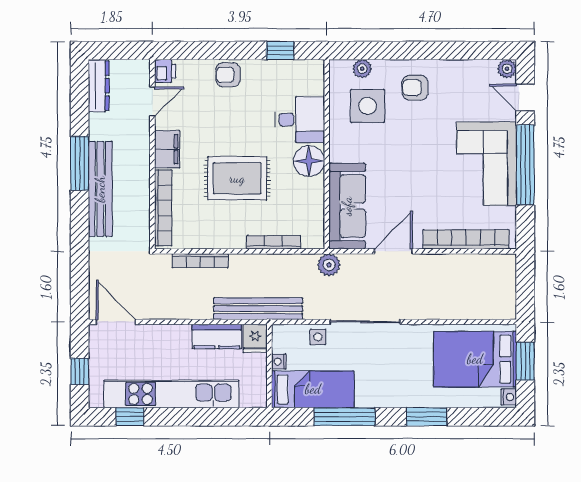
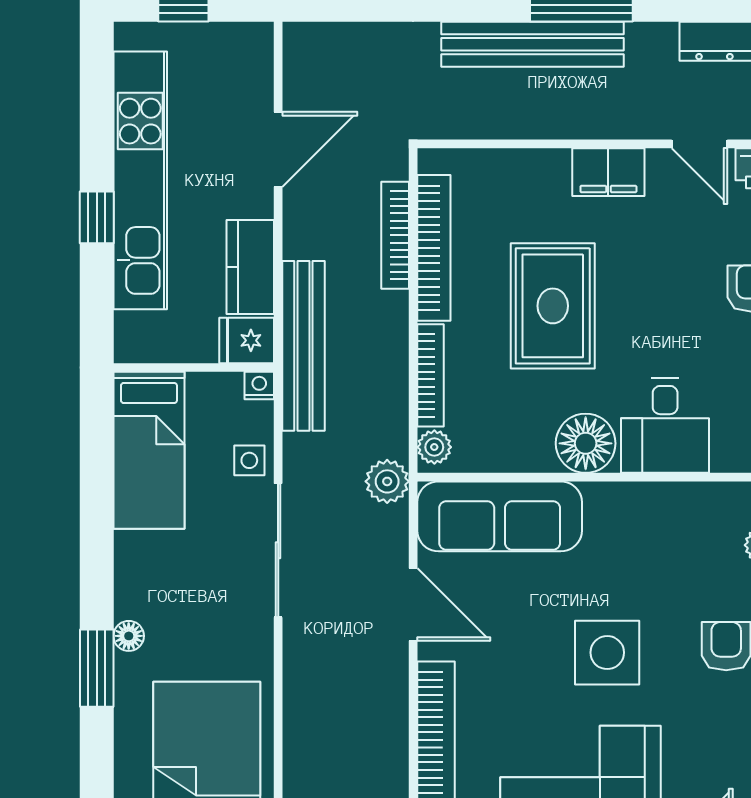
side table: (368, 106) -> (607, 653), moved
bookcase: (163, 208) -> (434, 248), moved, turned -90
plant: (311, 240) -> (434, 447), added
door: (116, 322) -> (278, 149), moved
nightstand: (279, 362) -> (259, 386), moved
floor lamp: (410, 400) -> (129, 636), added
window: (130, 417) -> (97, 217), moved
window: (345, 417) -> (97, 511), removed

